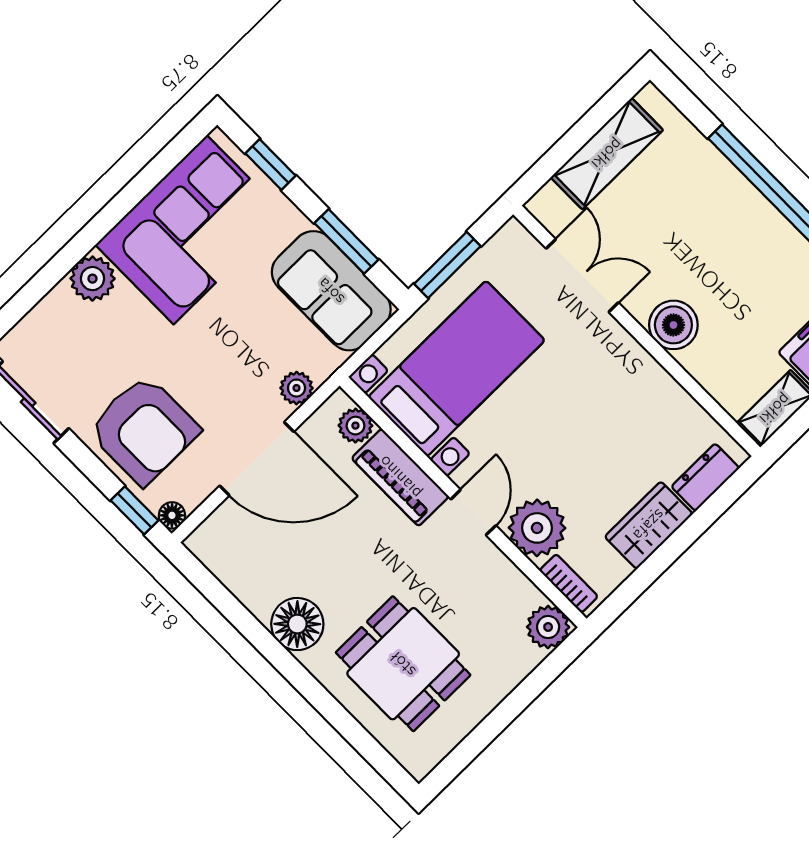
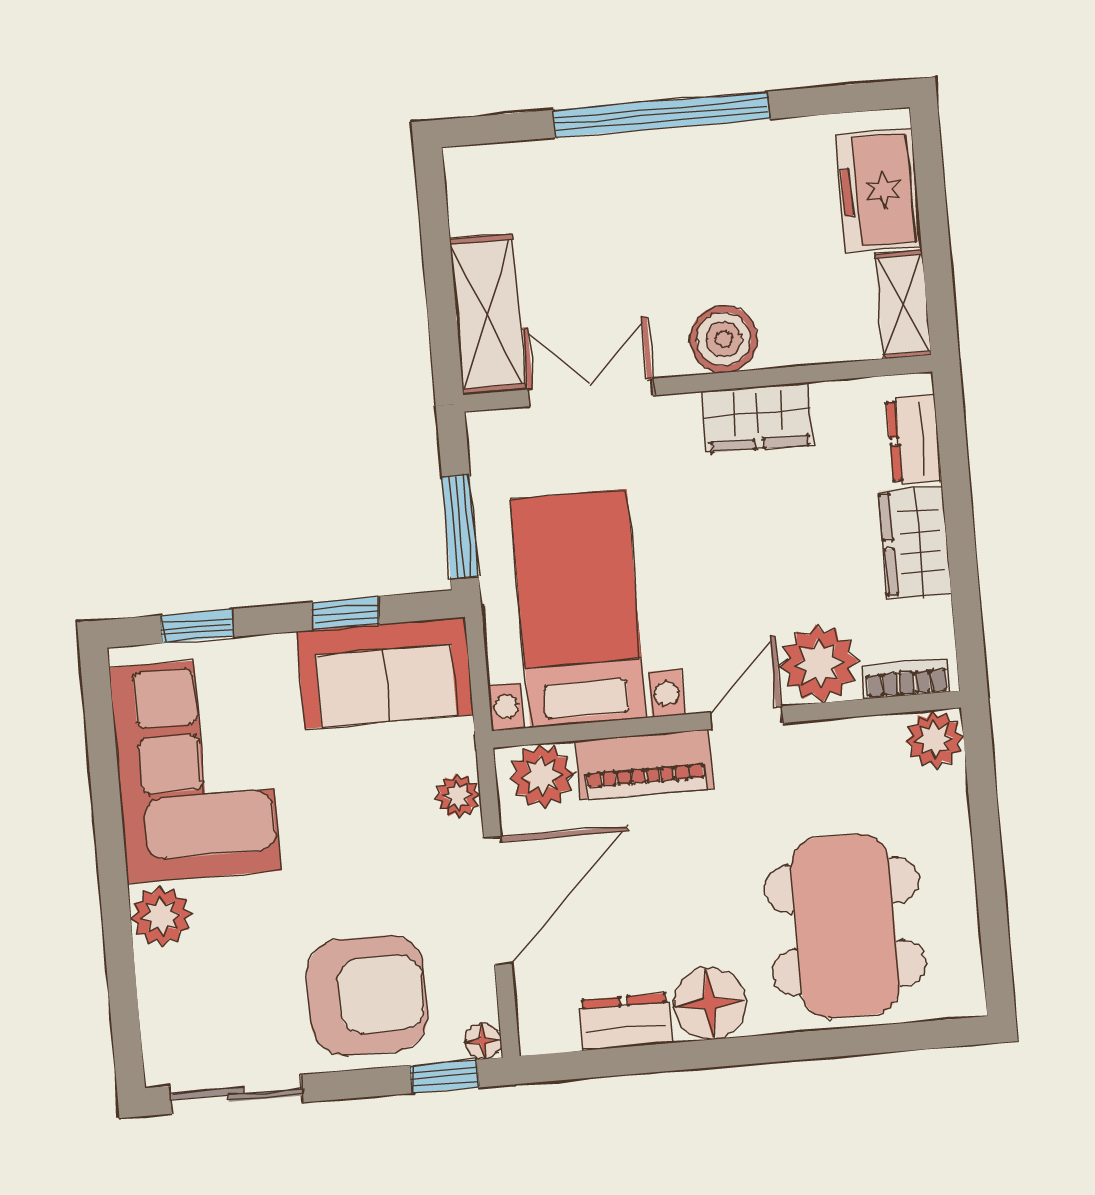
shelving: (607, 154) -> (487, 314), moved
window: (346, 241) -> (346, 613), width x0.67
wardrobe: (645, 380) -> (757, 418), added
plant: (355, 426) -> (542, 776), width x1.38, depth x1.38
door: (473, 512) -> (746, 718), hinge flipped
dresser: (248, 586) -> (626, 1022), added
dining table: (403, 664) -> (845, 926), width x1.38

